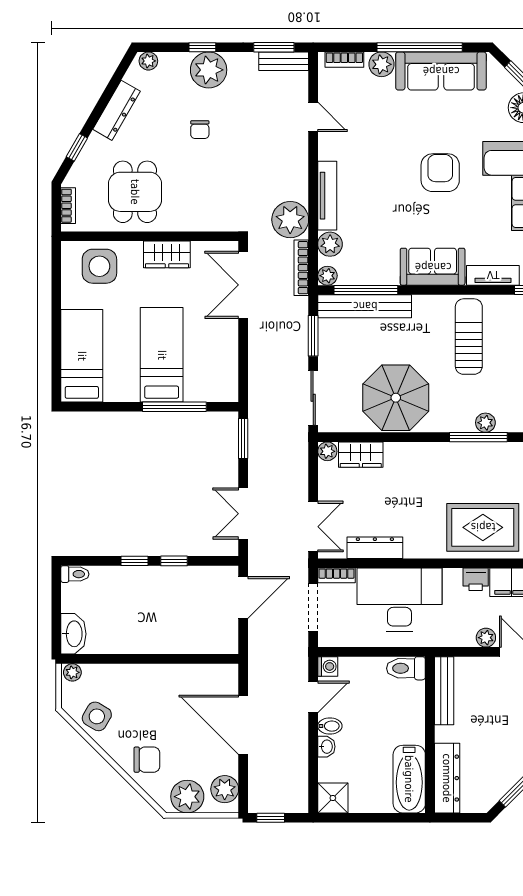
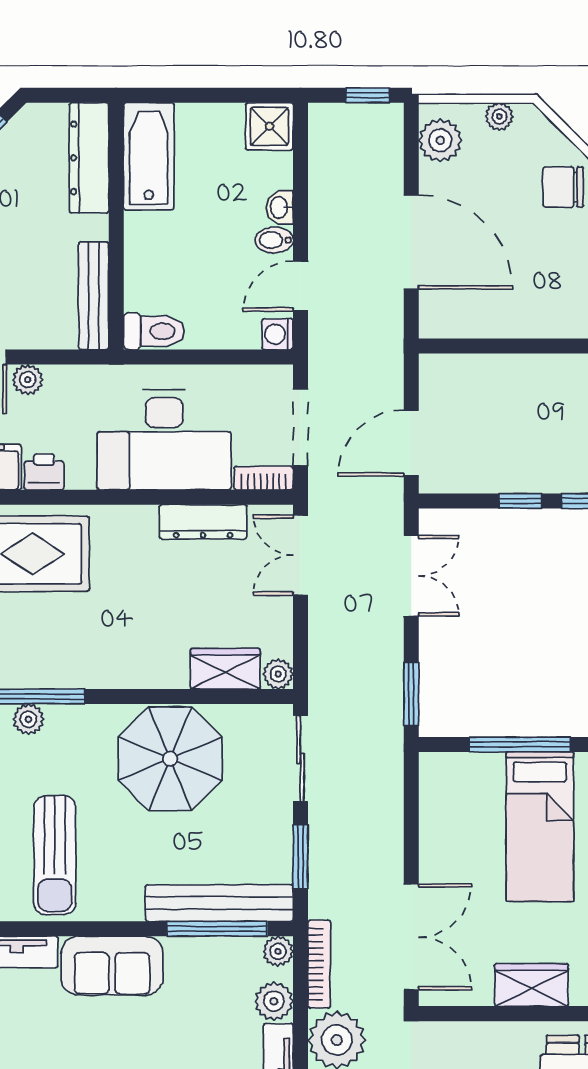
plant: (187, 797) -> (499, 116), width x0.53, depth x0.53

